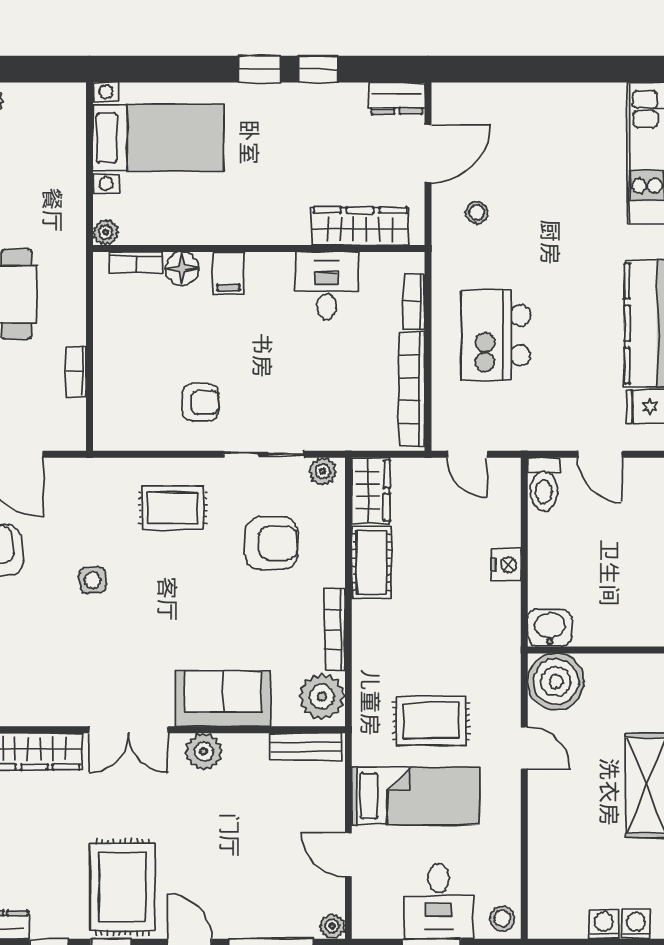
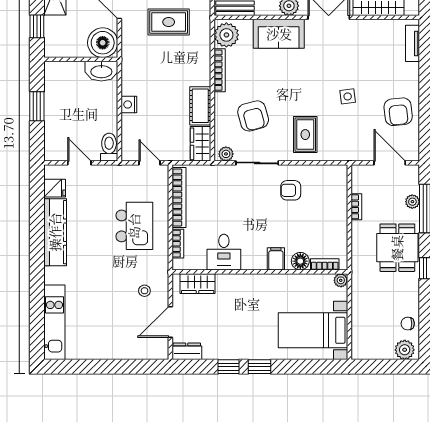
wardrobe: (360, 226) -> (198, 284), width x0.67
rug: (173, 508) -> (305, 135), turned 90
armchair: (271, 543) -> (253, 116), turned -105
washbasin: (550, 628) -> (101, 71), width x1.38

